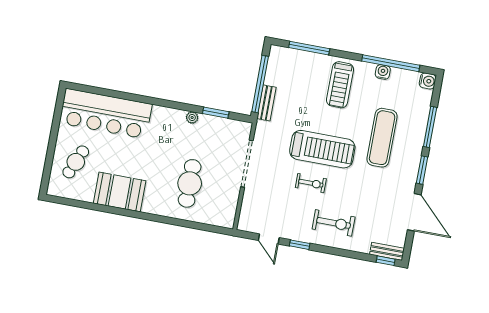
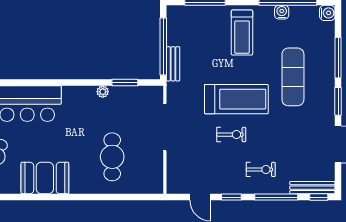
exercise bike: (334, 223) -> (261, 169), width x0.73, depth x0.72
bench: (387, 251) -> (312, 188), width x1.36
window: (344, 253) -> (276, 197), added

